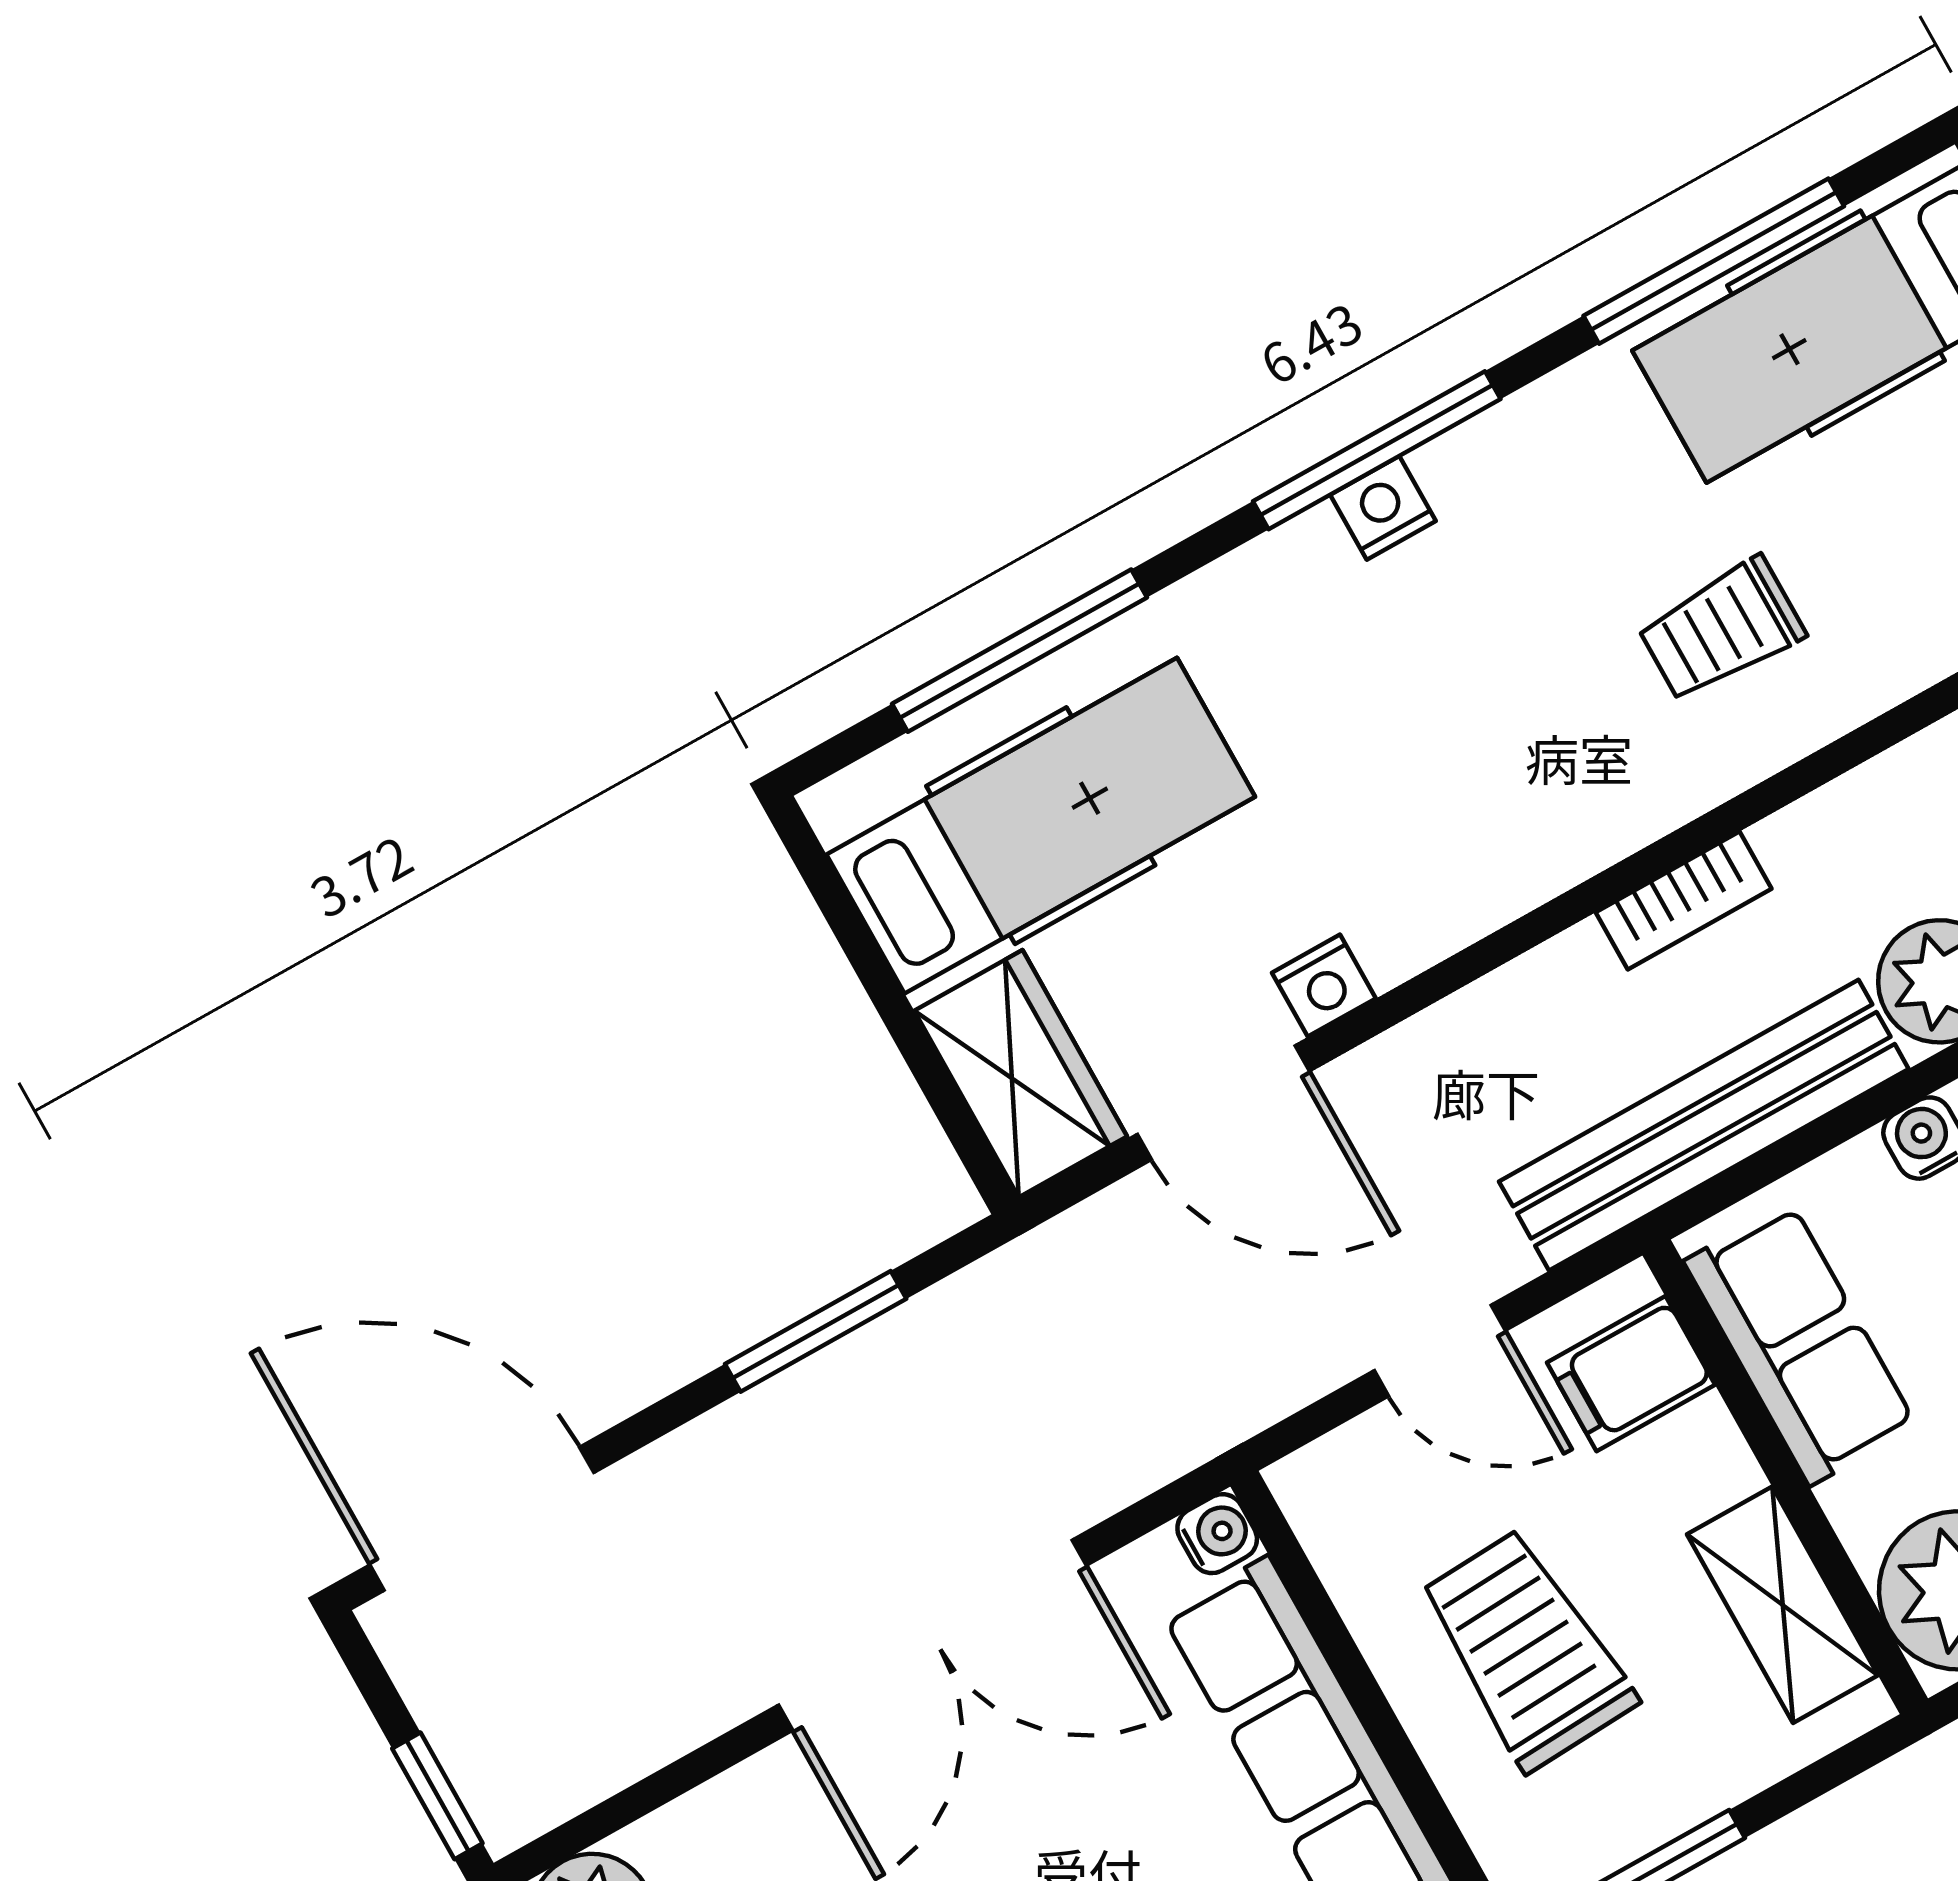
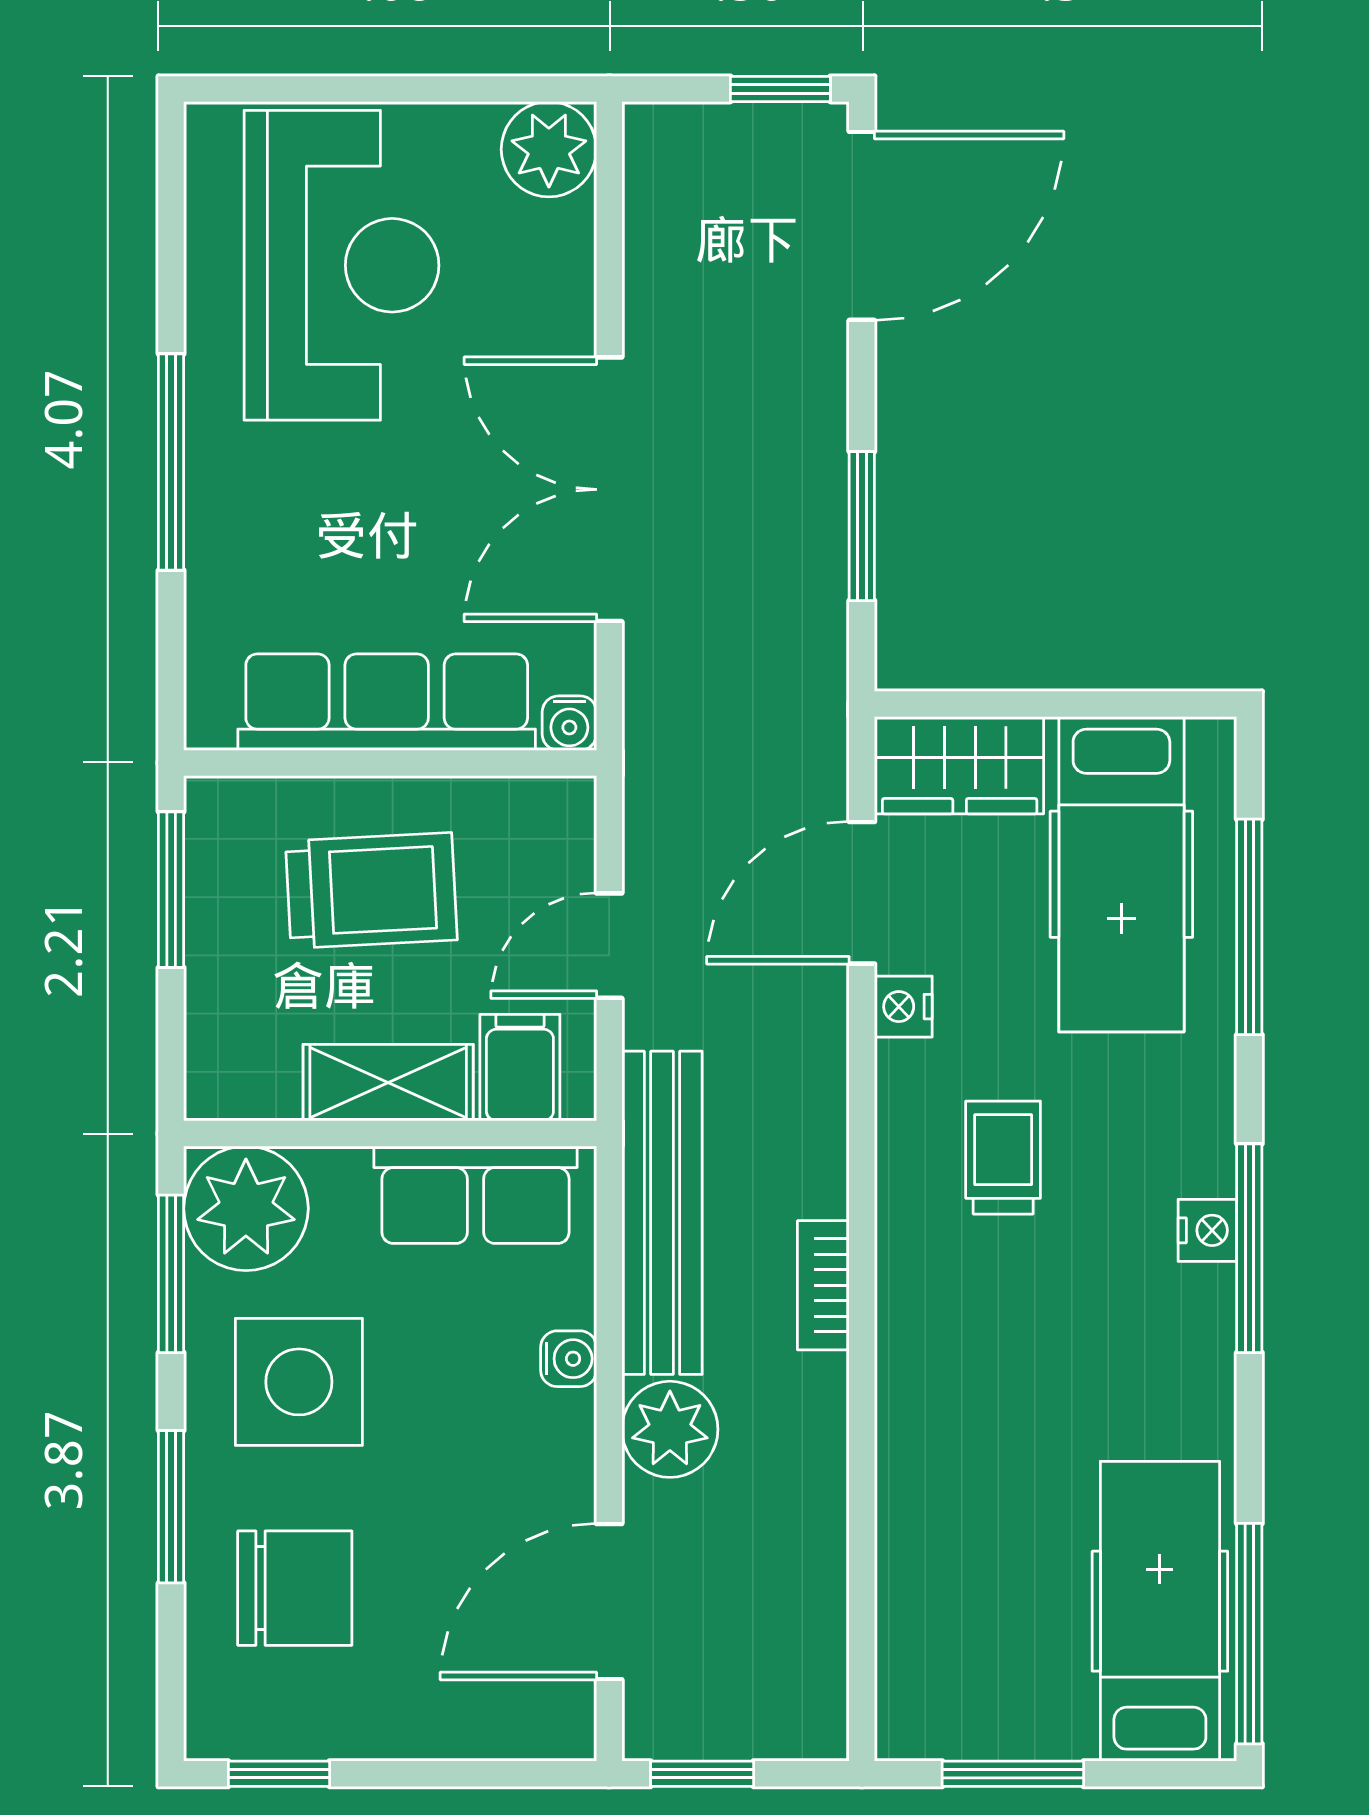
window: (1714, 261) -> (1249, 1634), moved
trolley: (1721, 630) -> (1003, 1158), moved
shelving: (1783, 1605) -> (388, 1083), moved
window: (437, 1796) -> (780, 89), moved

